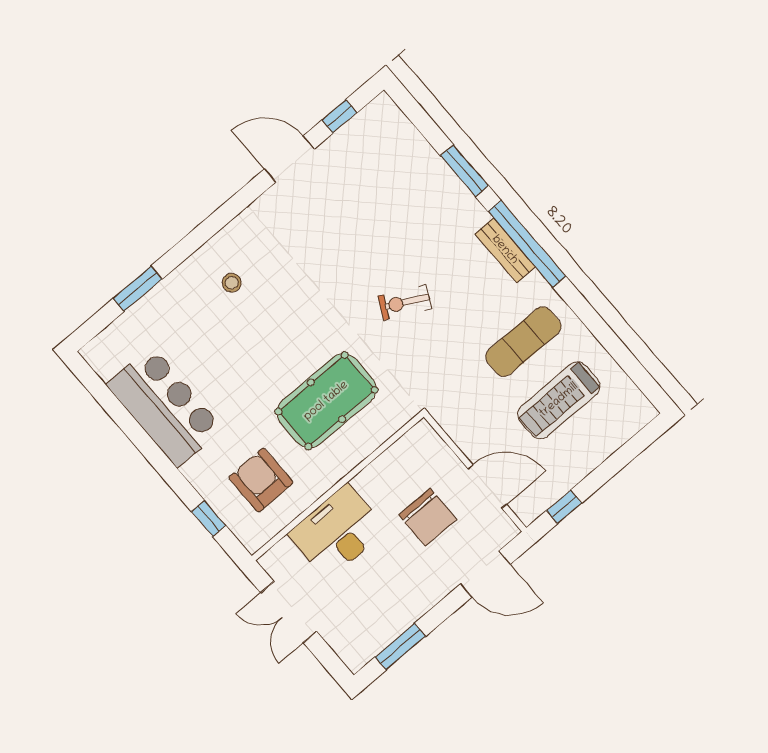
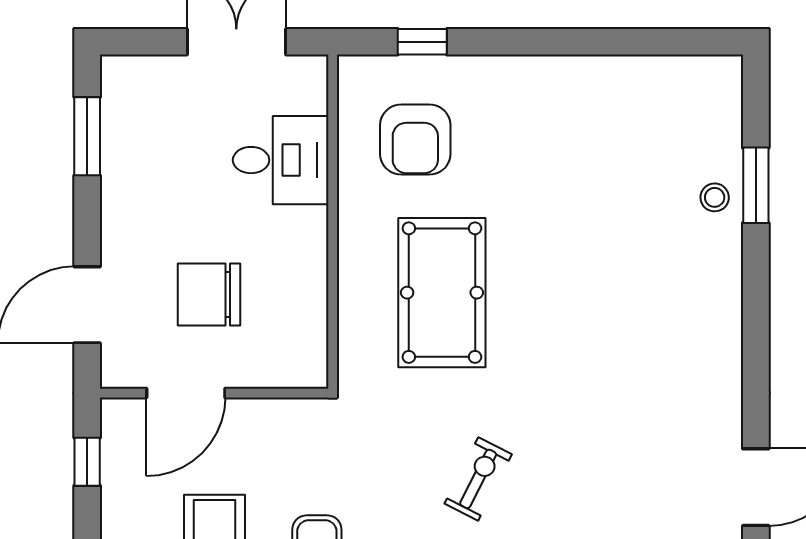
stool: (232, 283) -> (715, 197), moved
bar counter: (165, 407) -> (594, 101), removed
armchair: (261, 480) -> (415, 140), turned 90
desk: (337, 532) -> (281, 160), width x0.73

